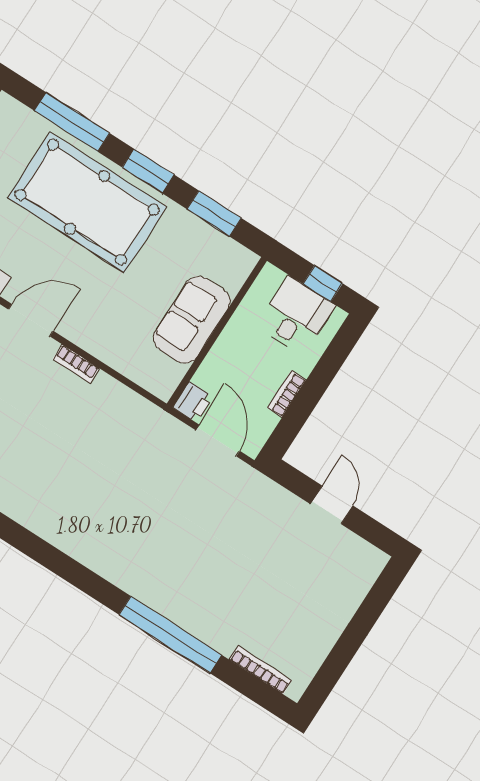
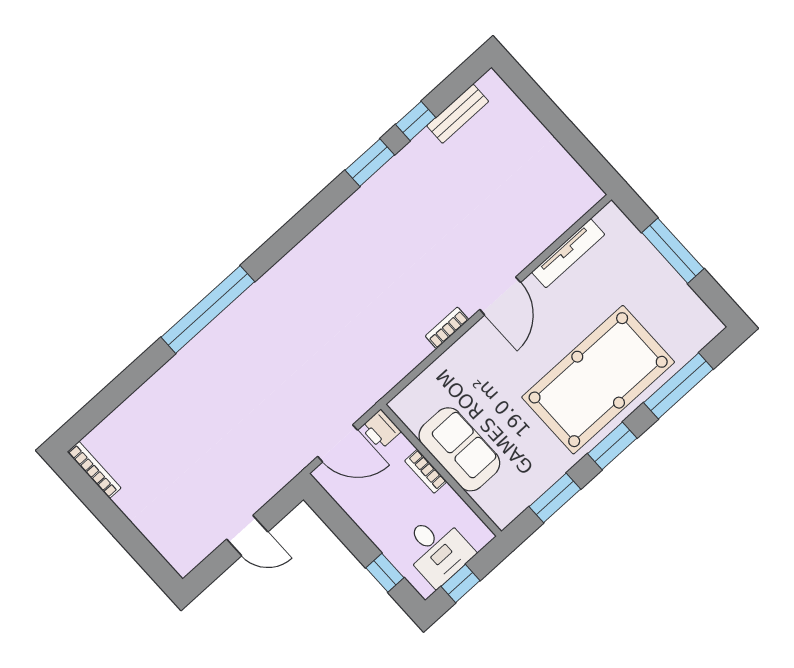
window: (332, 360) -> (385, 573), added
bookcase: (287, 394) -> (426, 471), moved, turned 180
window: (170, 635) -> (208, 309), moved
bookcase: (260, 670) -> (94, 470), moved, turned -90

